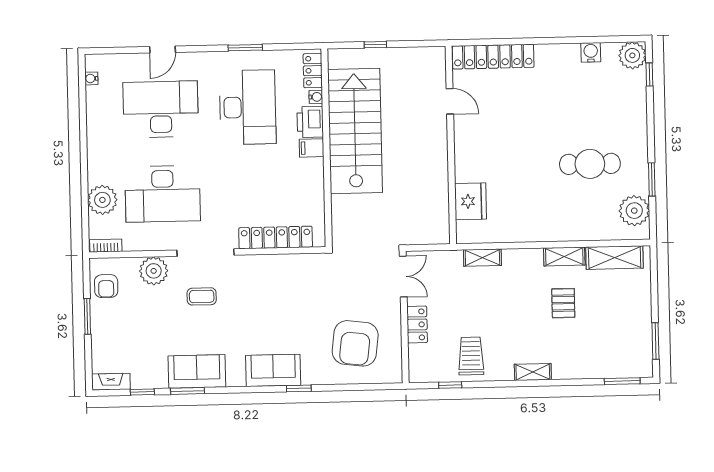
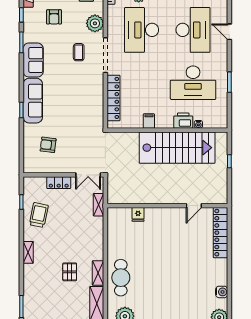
locker: (313, 71) -> (214, 123), removed
filing cabinet: (312, 148) -> (149, 121), moved
cafe table: (590, 164) -> (121, 278), moved
fridge: (470, 201) -> (138, 214), width x0.53, depth x0.75
shelving: (482, 258) -> (98, 205), moved
pallet: (563, 303) -> (70, 272), turned 90
armchair: (145, 338) -> (54, 17), added
armchair: (355, 343) -> (48, 145), width x0.53, depth x0.53
trolley: (471, 356) -> (39, 215), turned -78
sofa: (273, 370) -> (33, 101), width x1.36
sofa: (197, 371) -> (33, 60), moved

